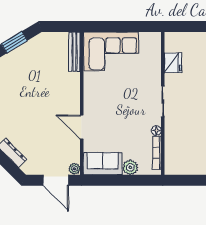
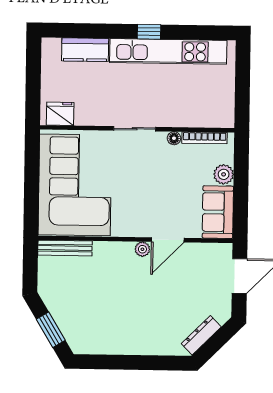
corner sofa: (111, 51) -> (75, 185), width x1.36, depth x1.36
fridge: (173, 63) -> (60, 114), moved
plant: (74, 169) -> (142, 249), moved

